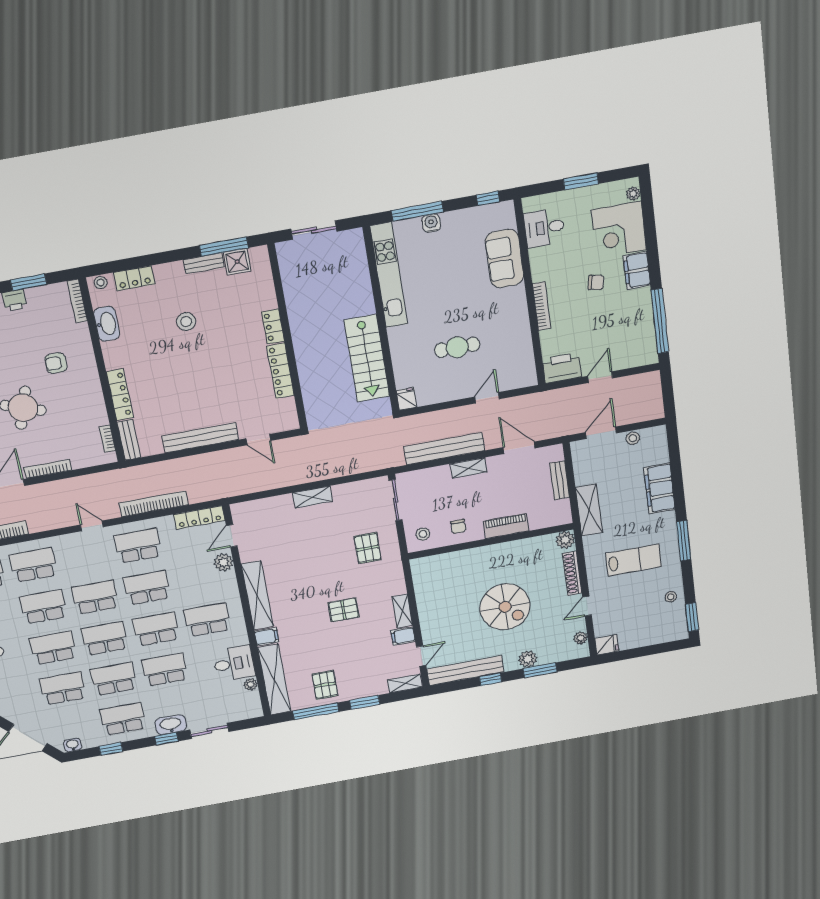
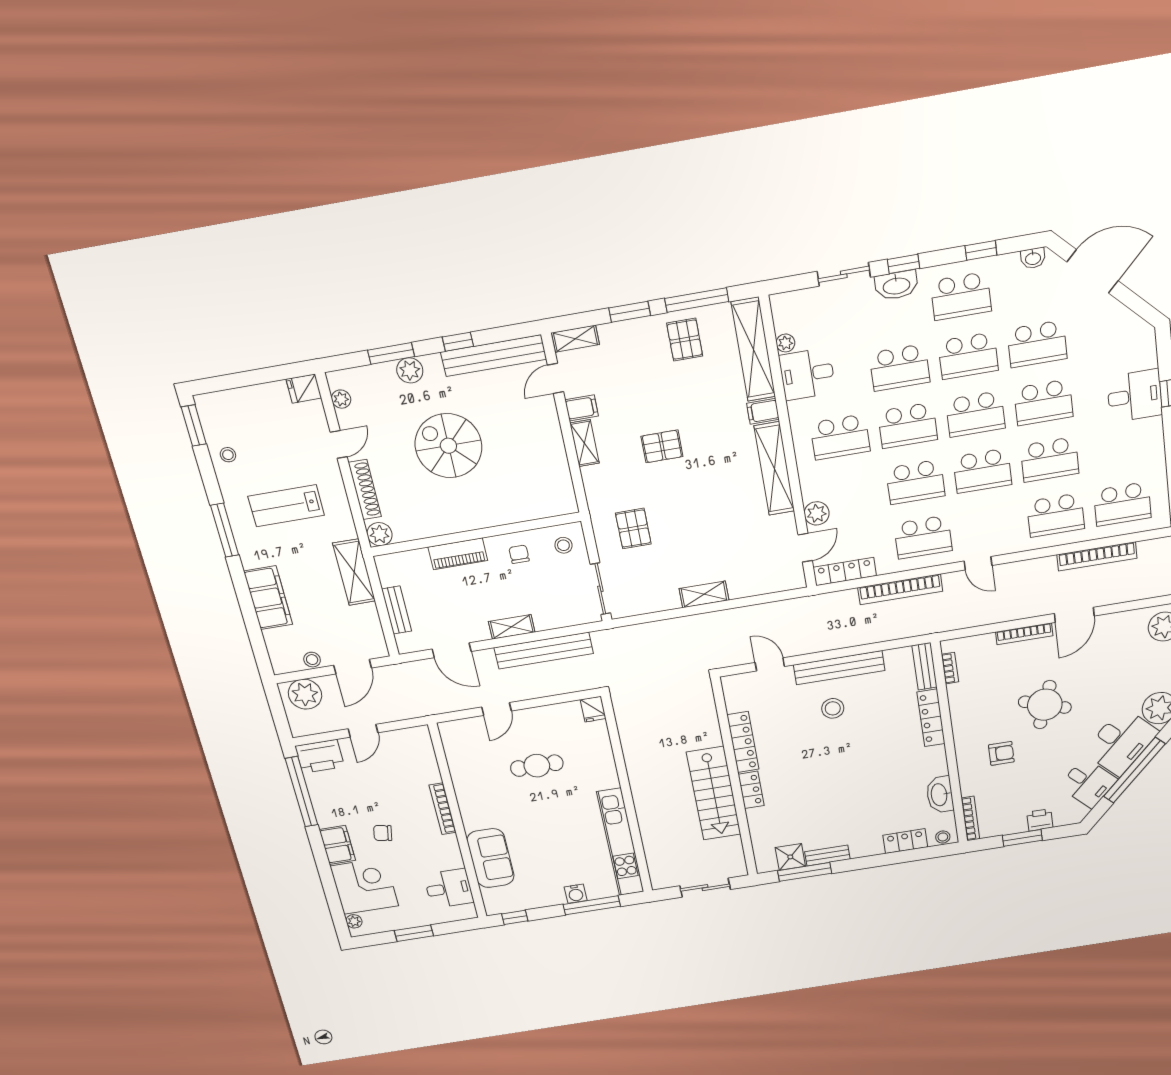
stool: (186, 322) -> (833, 708), moved
stairs: (367, 358) -> (714, 793), moved, turned 180
printer: (562, 368) -> (320, 756), moved
plant: (643, 409) -> (305, 694), added

